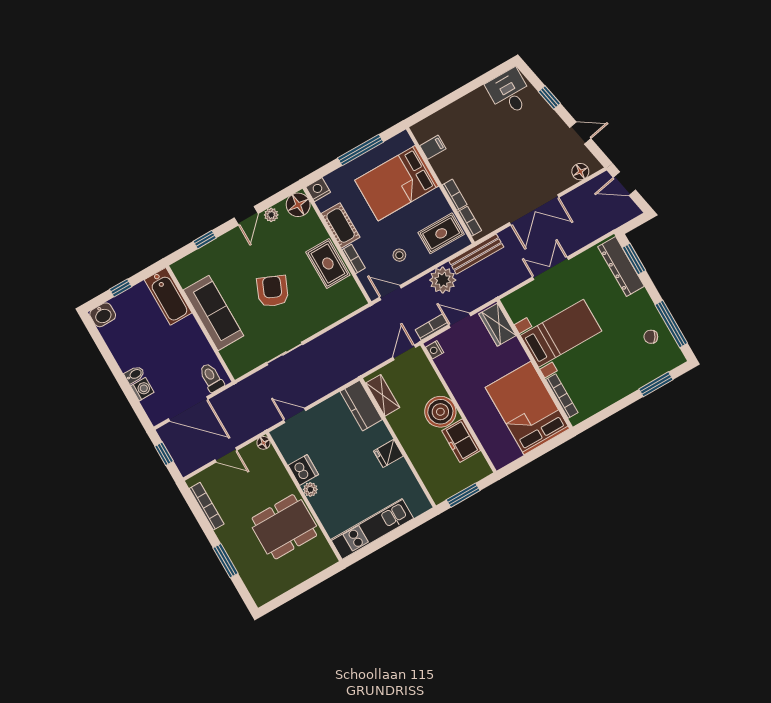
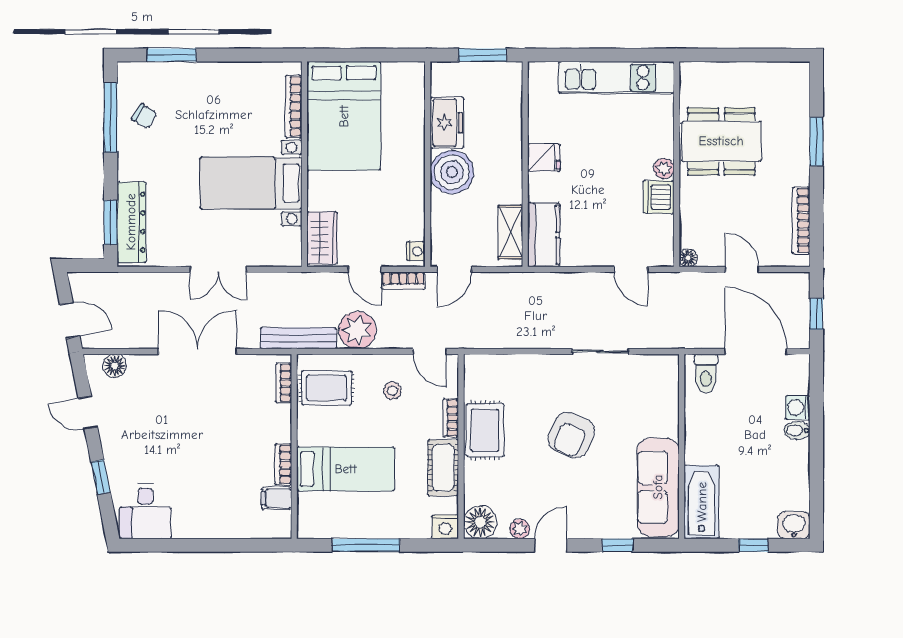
bed: (397, 183) -> (346, 469), width x0.67
bookcase: (455, 195) -> (283, 464), moved
sofa: (213, 313) -> (658, 487), moved

